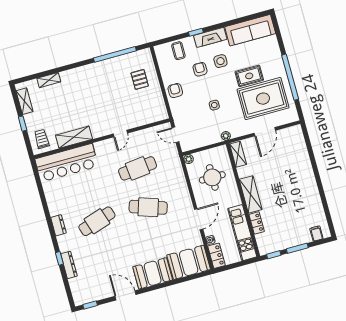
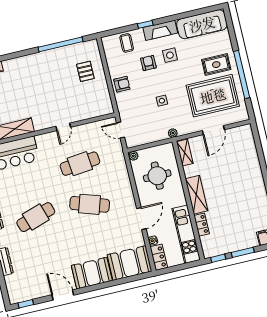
rug: (249, 76) -> (216, 65), moved
armchair: (175, 91) -> (122, 84), turned 90

